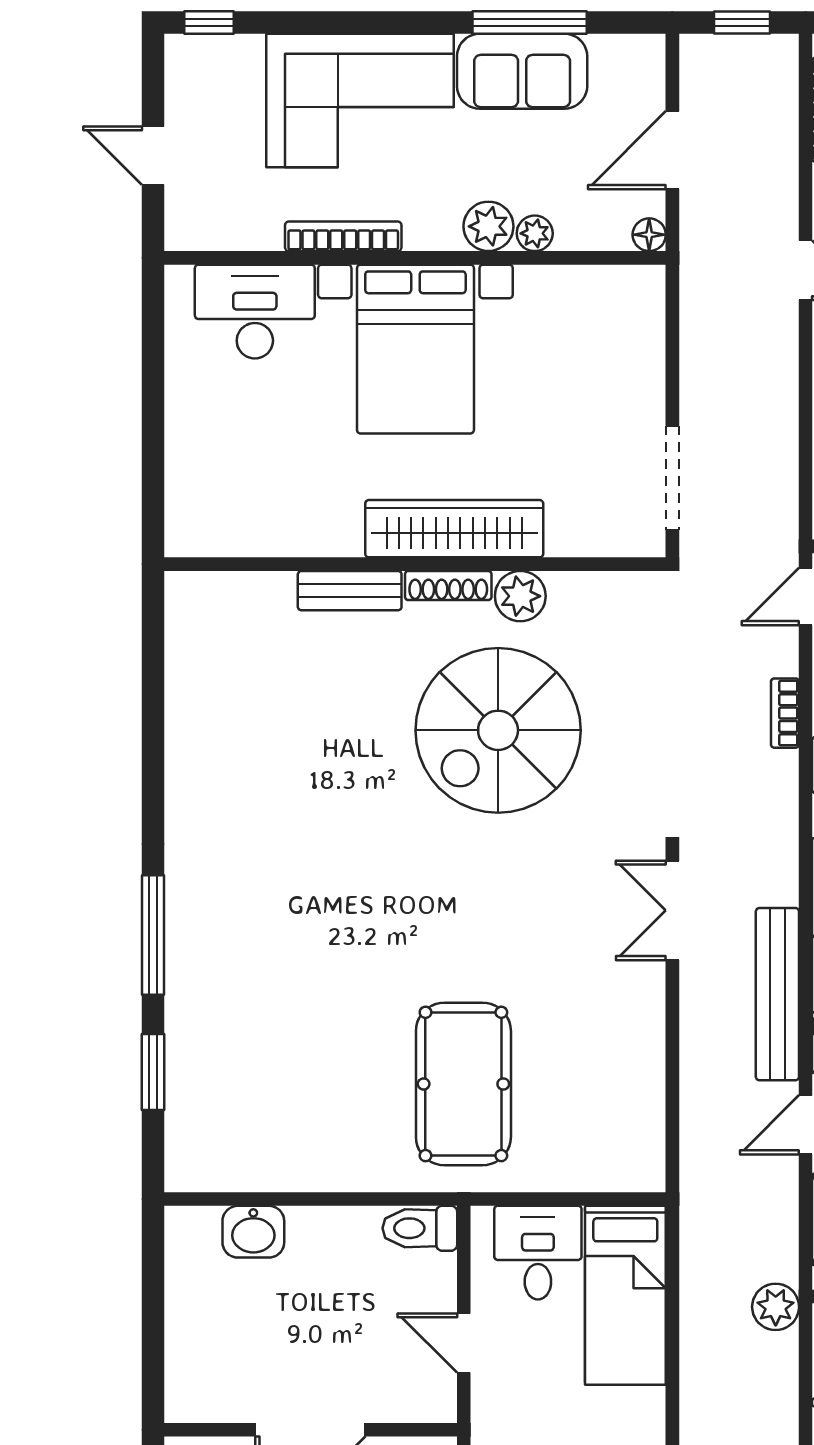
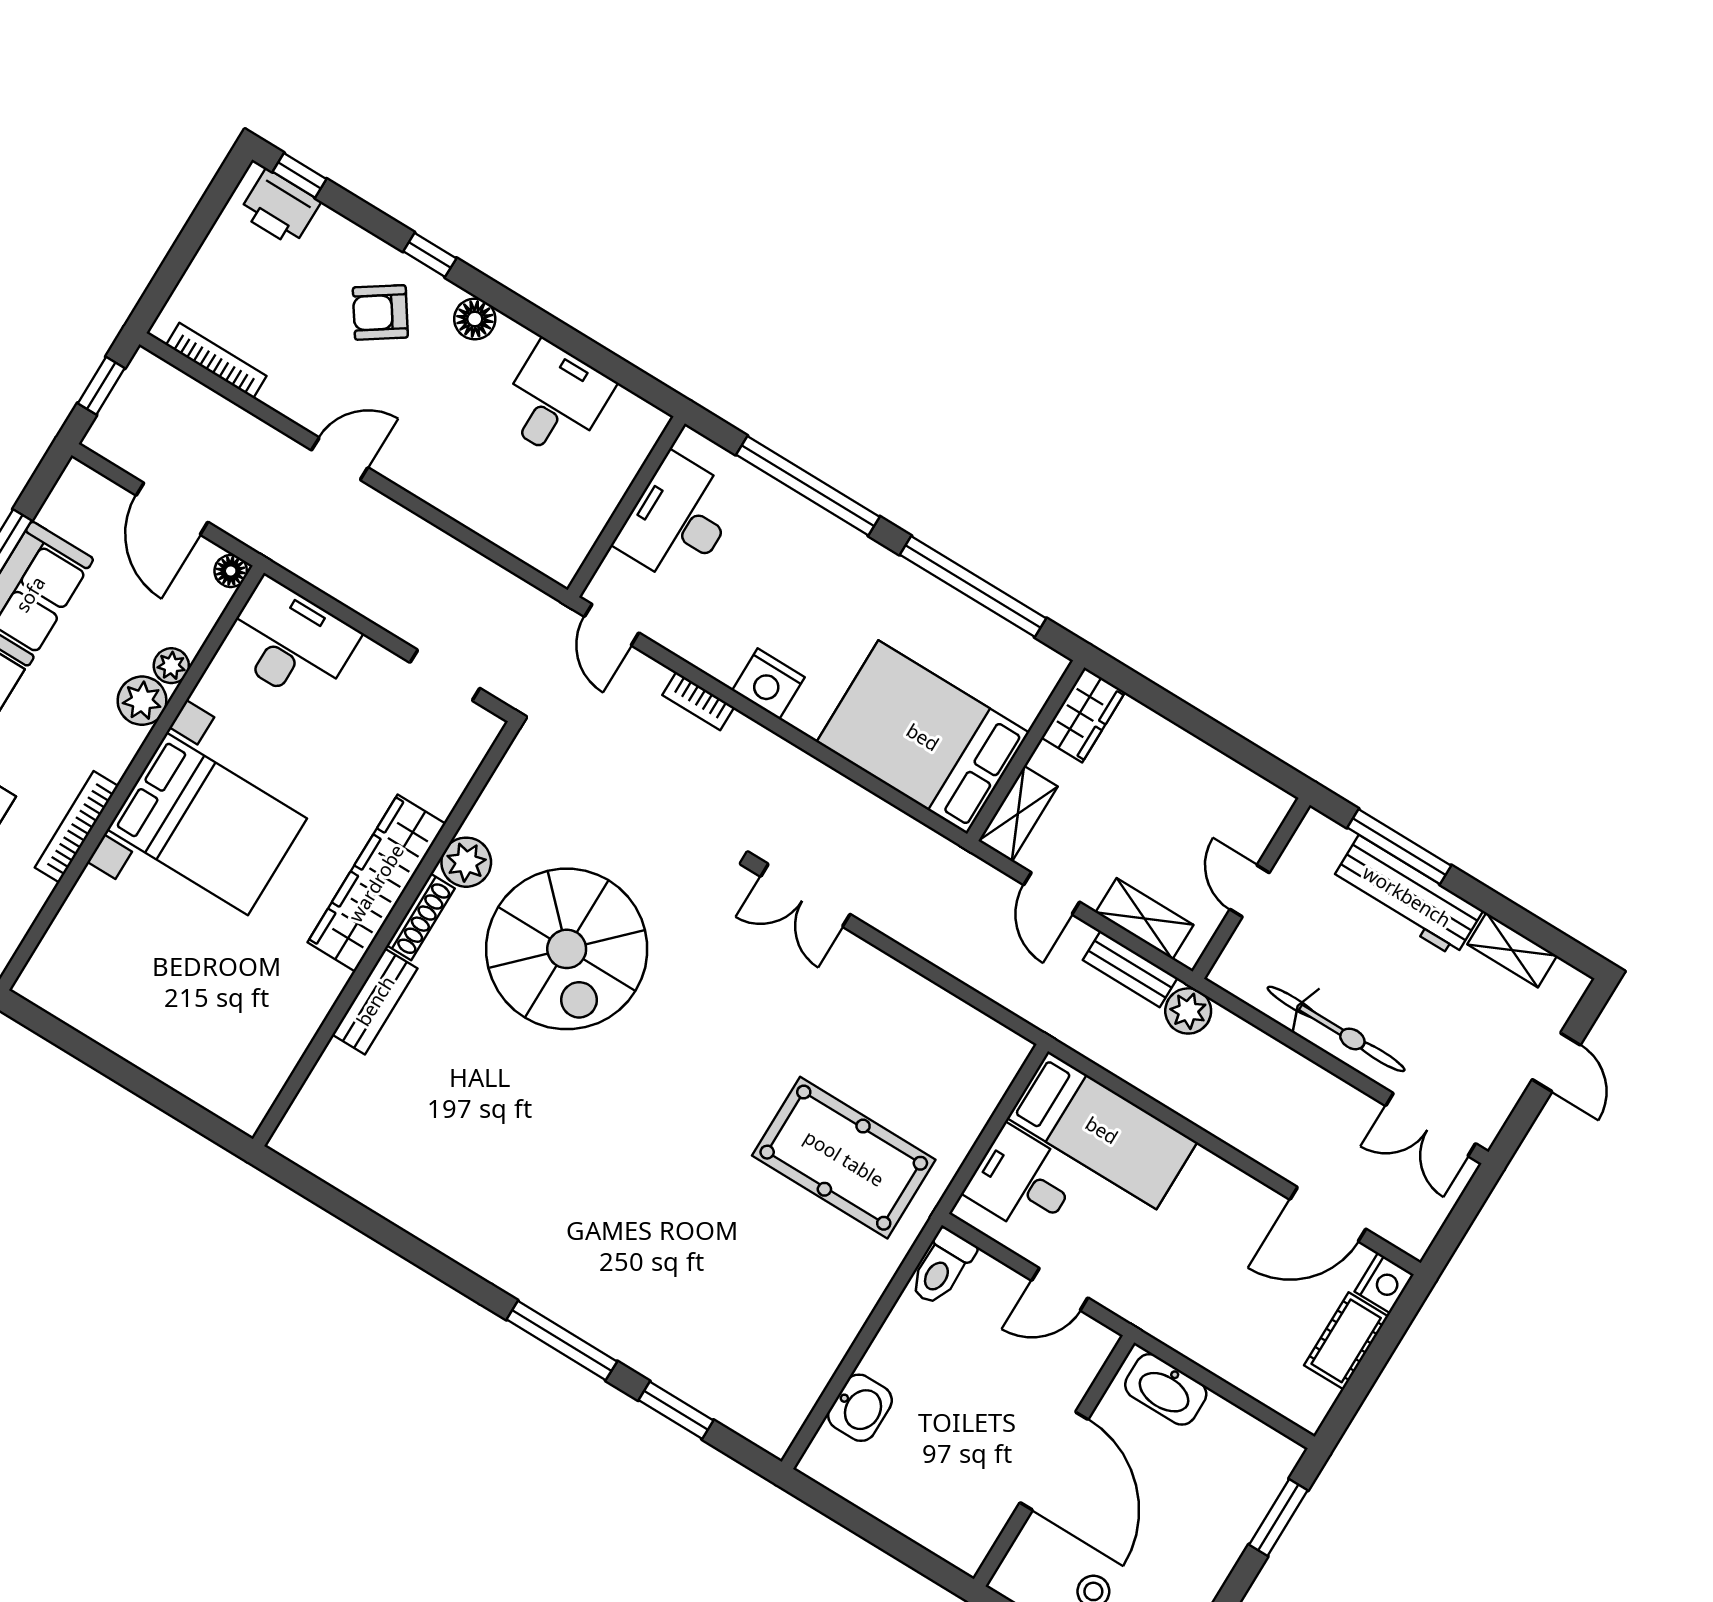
desk: (255, 312) -> (290, 642), moved, turned 90
doorway: (672, 478) -> (445, 675), width x0.73
bench: (777, 994) -> (1130, 969), moved, width x0.54, depth x0.82

